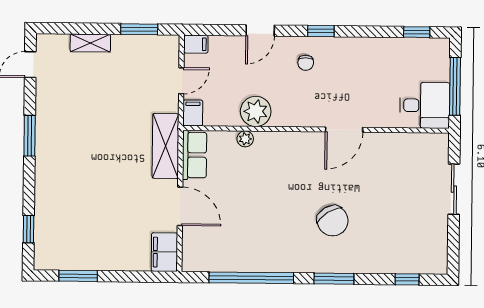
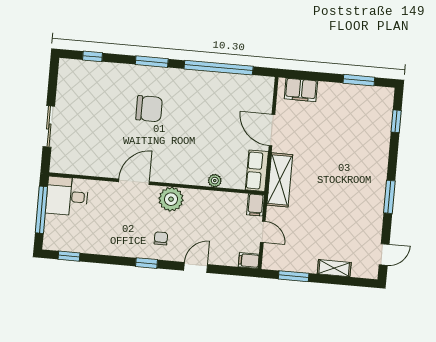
door: (181, 81) -> (263, 232), swing flipped
plant: (256, 111) -> (171, 199), moved
chair: (333, 221) -> (149, 109), turned 122
filing cabinet: (164, 252) -> (301, 90), moved, turned 90

